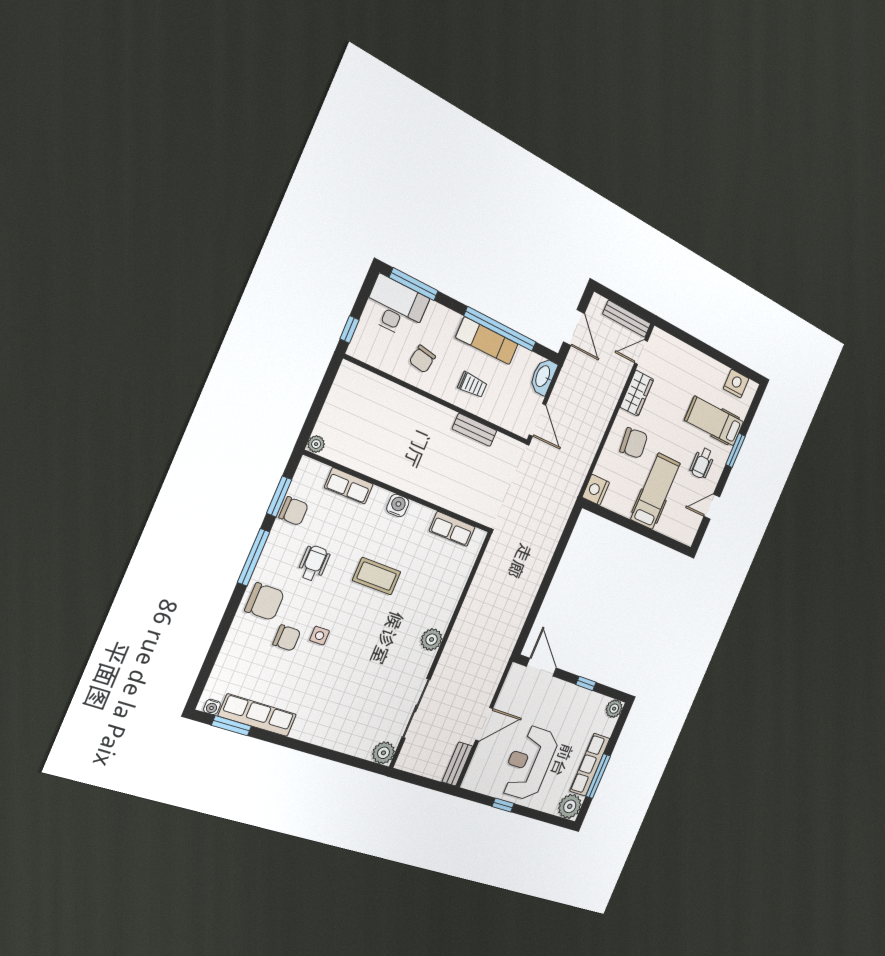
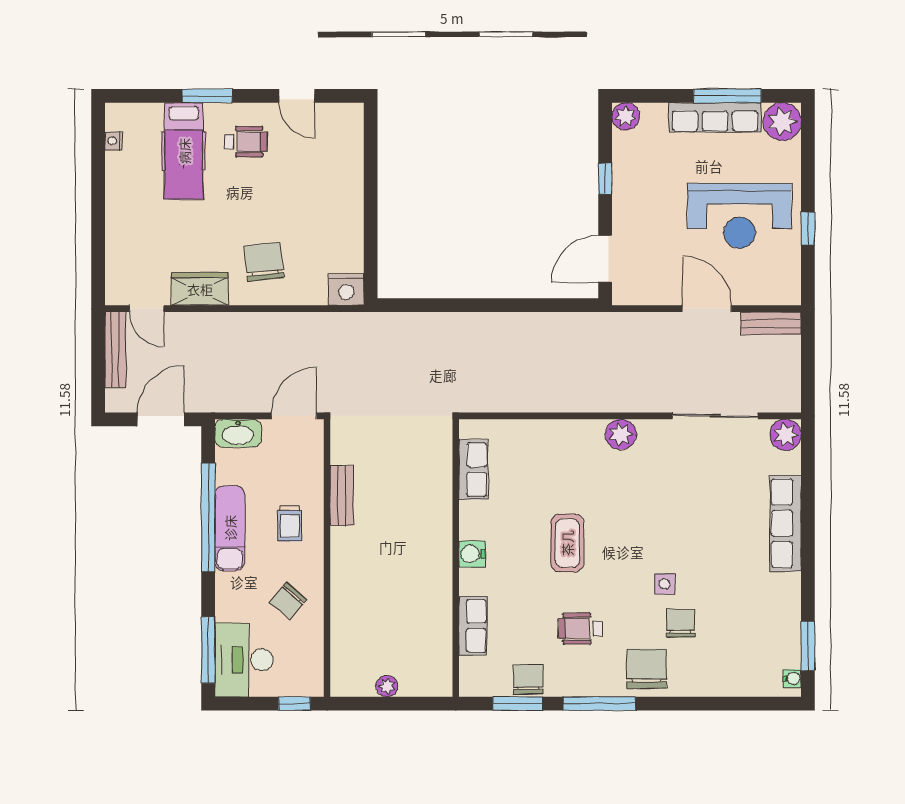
chair: (422, 359) -> (288, 601), turned 120
nightstand: (736, 384) -> (114, 141), width x0.53, depth x0.56
trolley: (472, 385) -> (290, 523), turned 180
plant: (316, 444) -> (387, 686), moved
hospital bed: (655, 491) -> (312, 197), removed
row of seats: (257, 715) -> (786, 523), moved

